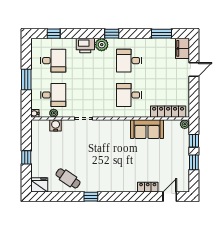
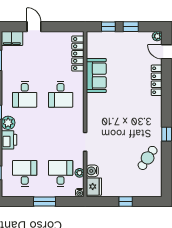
plant: (185, 124) -> (157, 36), moved
fridge: (39, 185) -> (94, 187), moved, turned 180
locker: (148, 187) -> (157, 80), width x1.53

